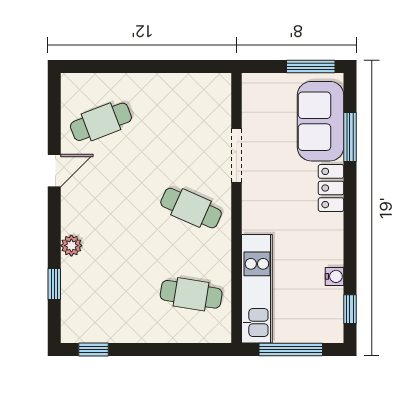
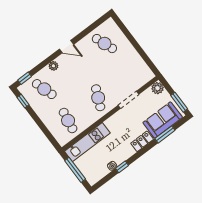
plant: (255, 87) -> (157, 88), added
door: (54, 171) -> (66, 47), moved
window: (54, 284) -> (25, 78), moved
cafe table: (101, 294) -> (44, 89), added
window: (350, 309) -> (122, 167), moved

